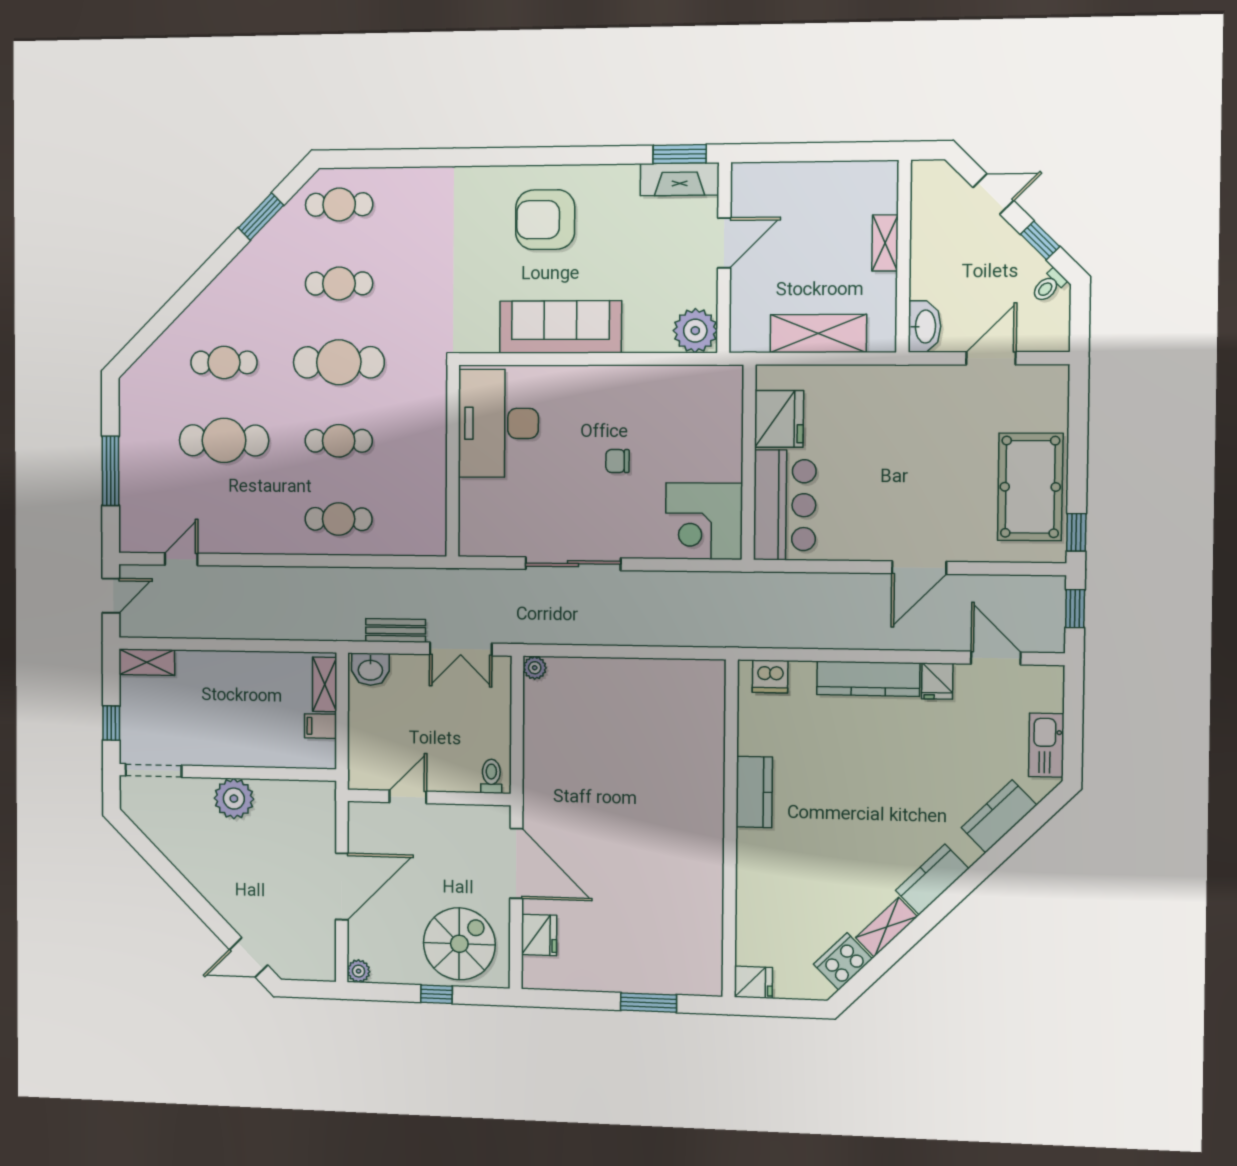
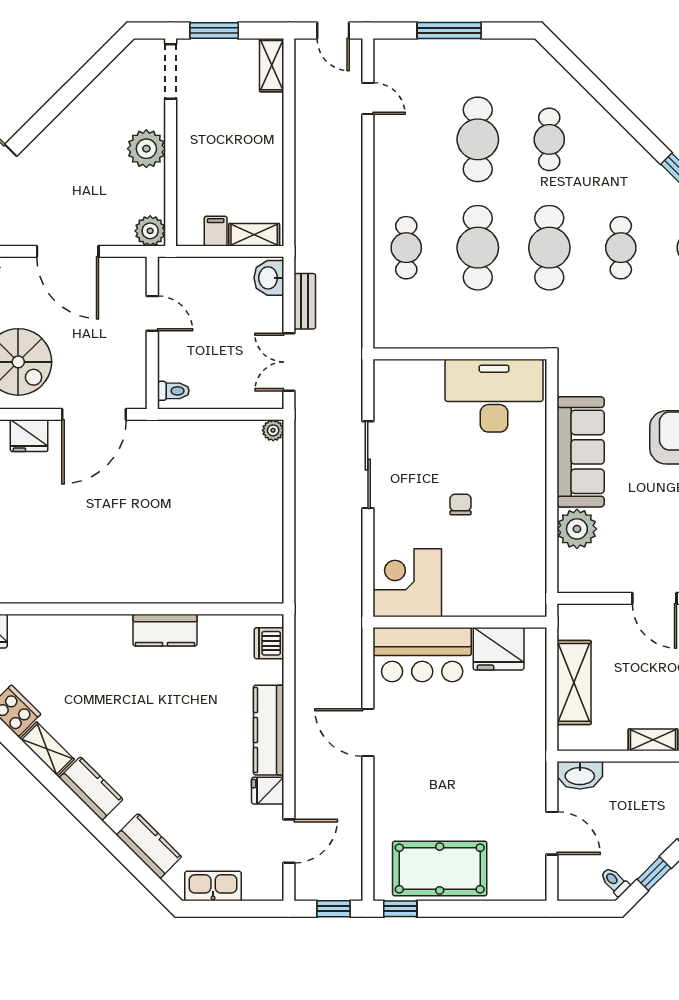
plant: (695, 331) -> (577, 529), moved
cafe table: (339, 441) -> (478, 248), width x1.37, depth x1.35
door: (919, 568) -> (368, 733), moved
window: (111, 723) -> (214, 31), width x1.50
plant: (320, 797) -> (150, 231), added

